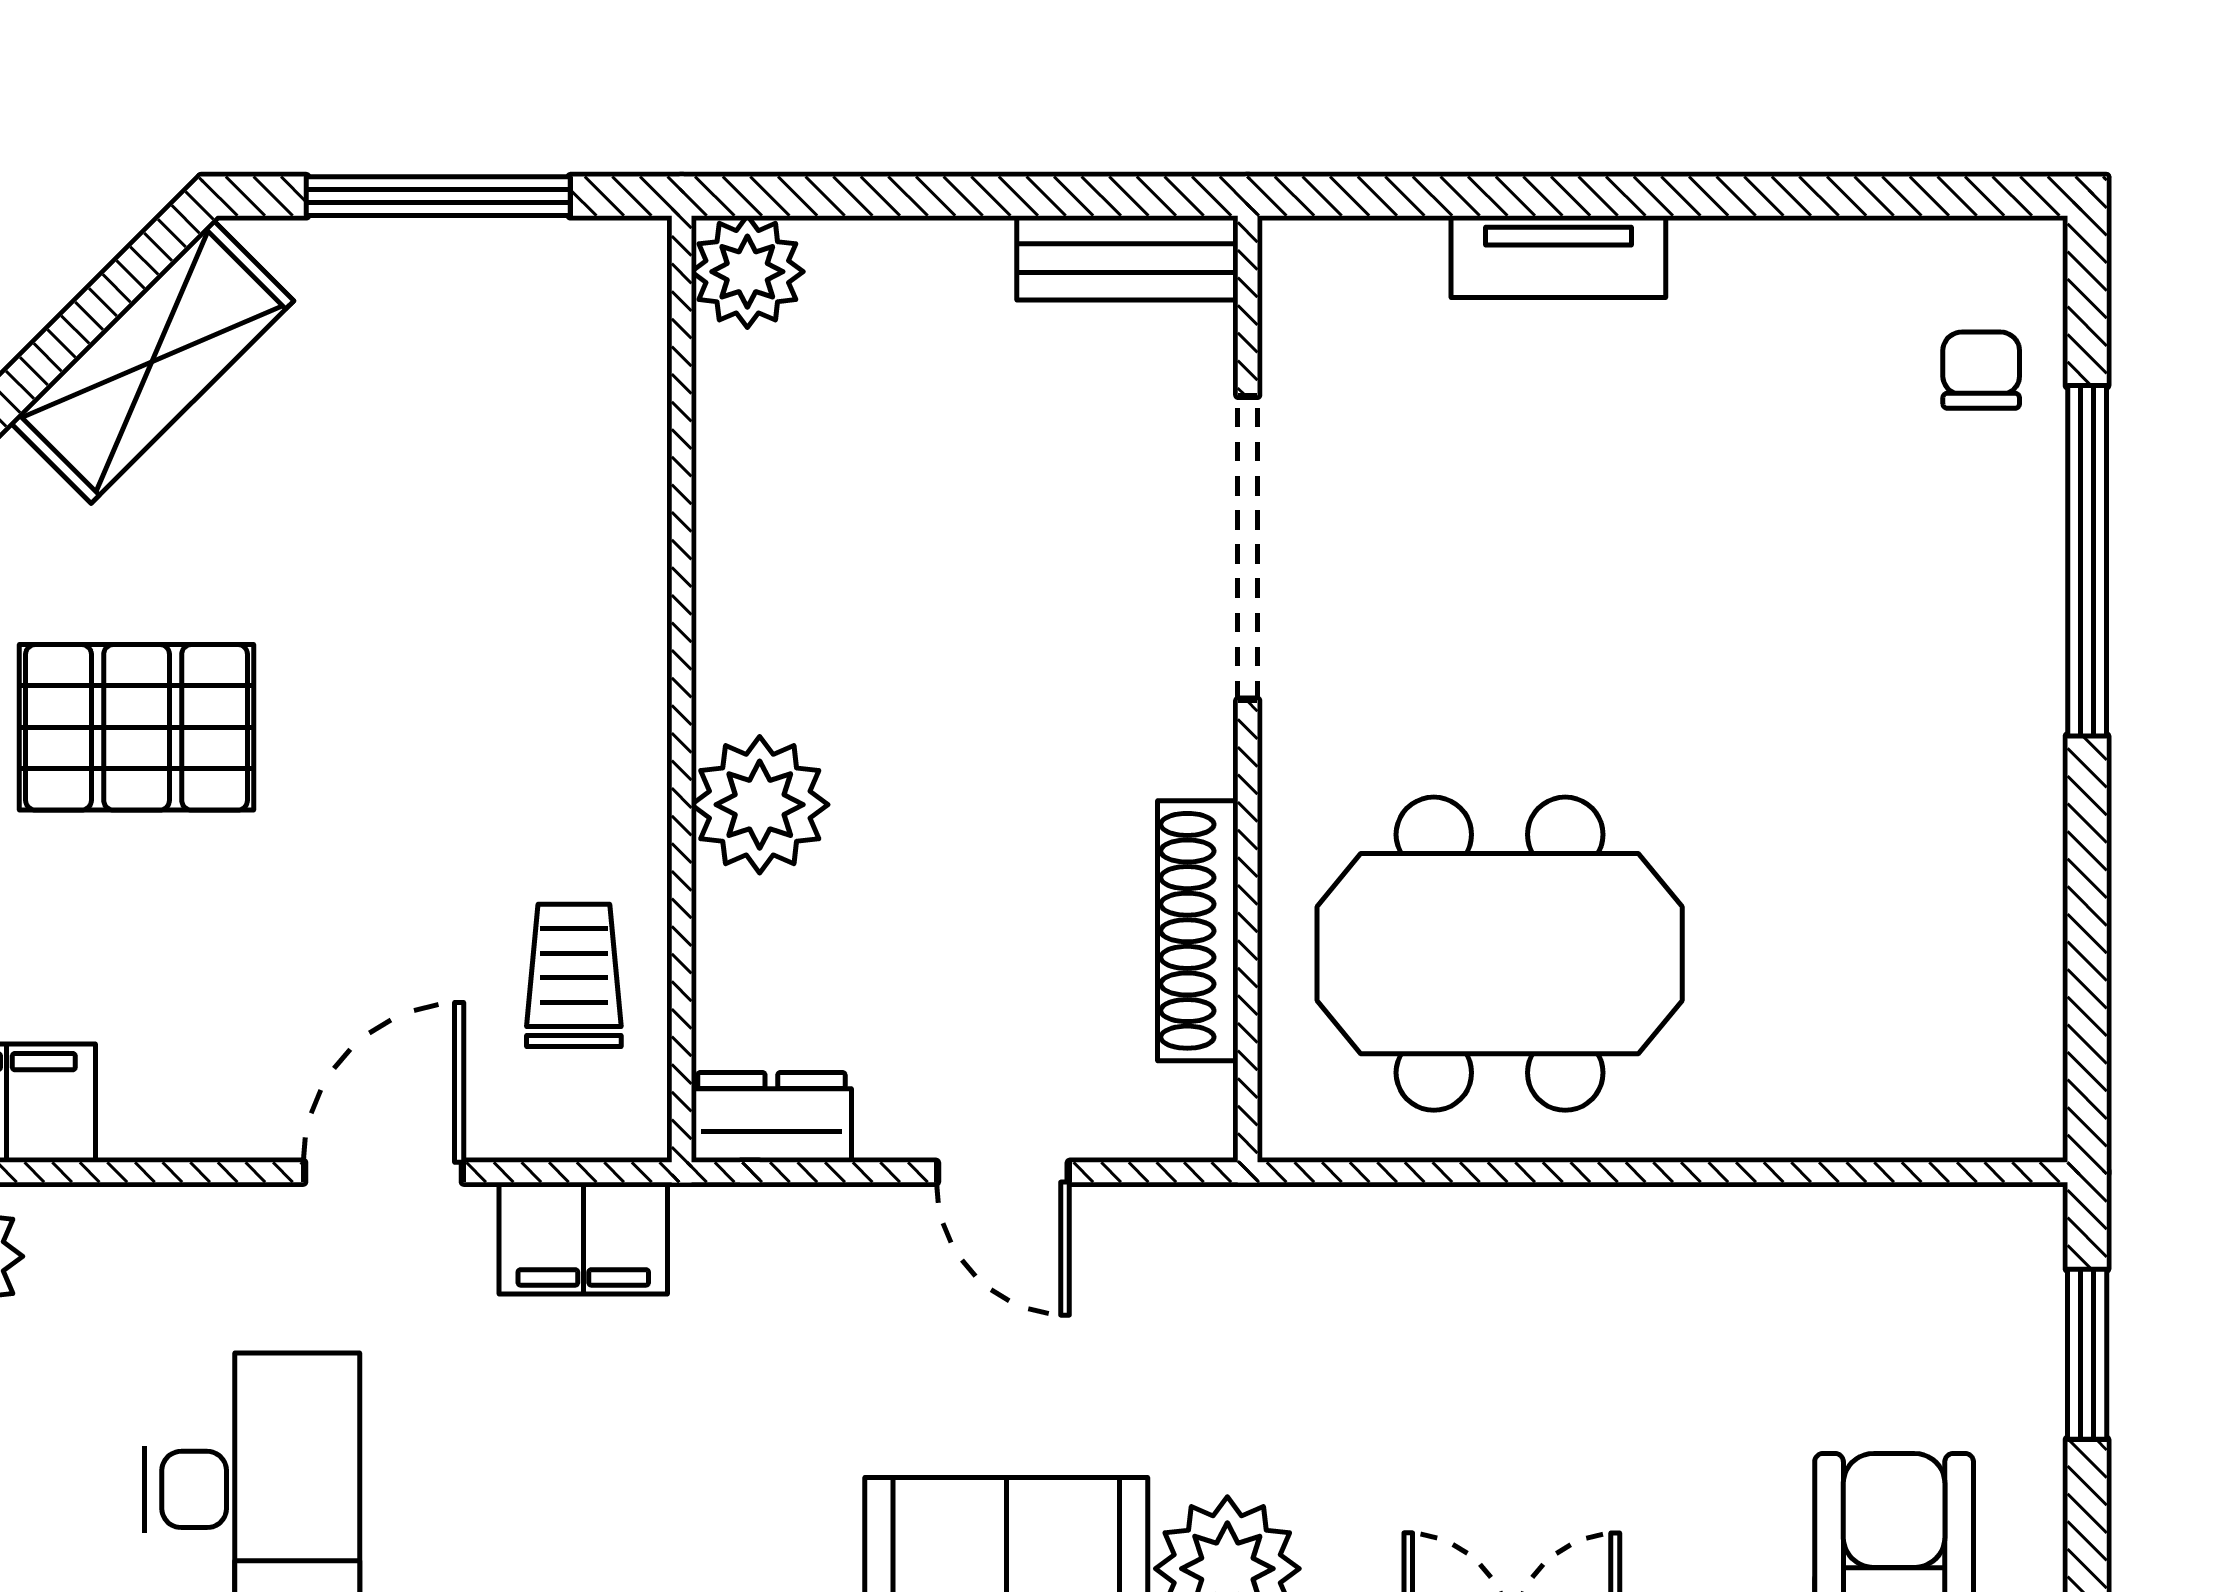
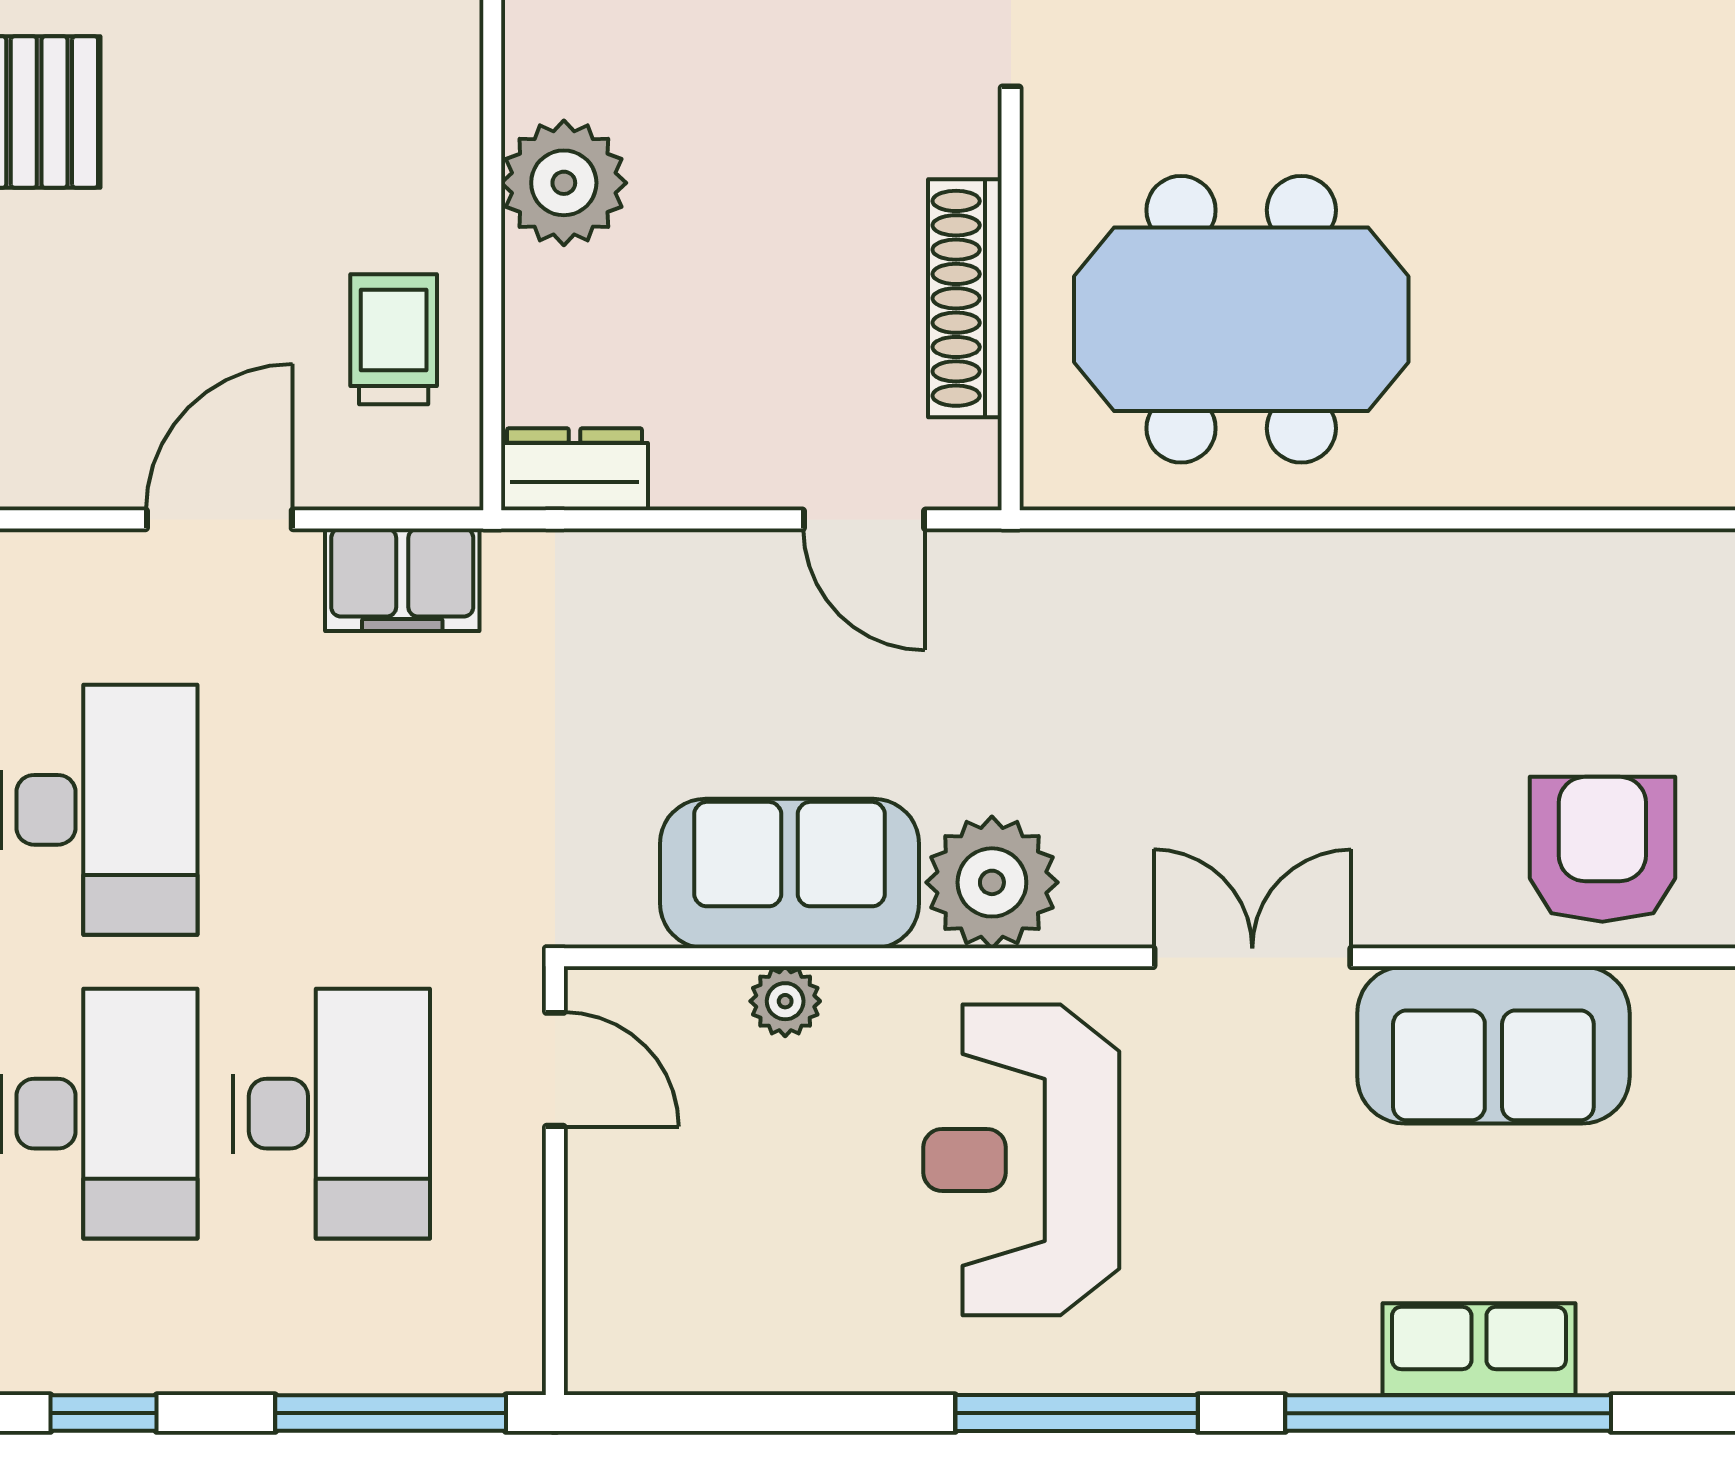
door: (1003, 1172) -> (864, 519), moved

